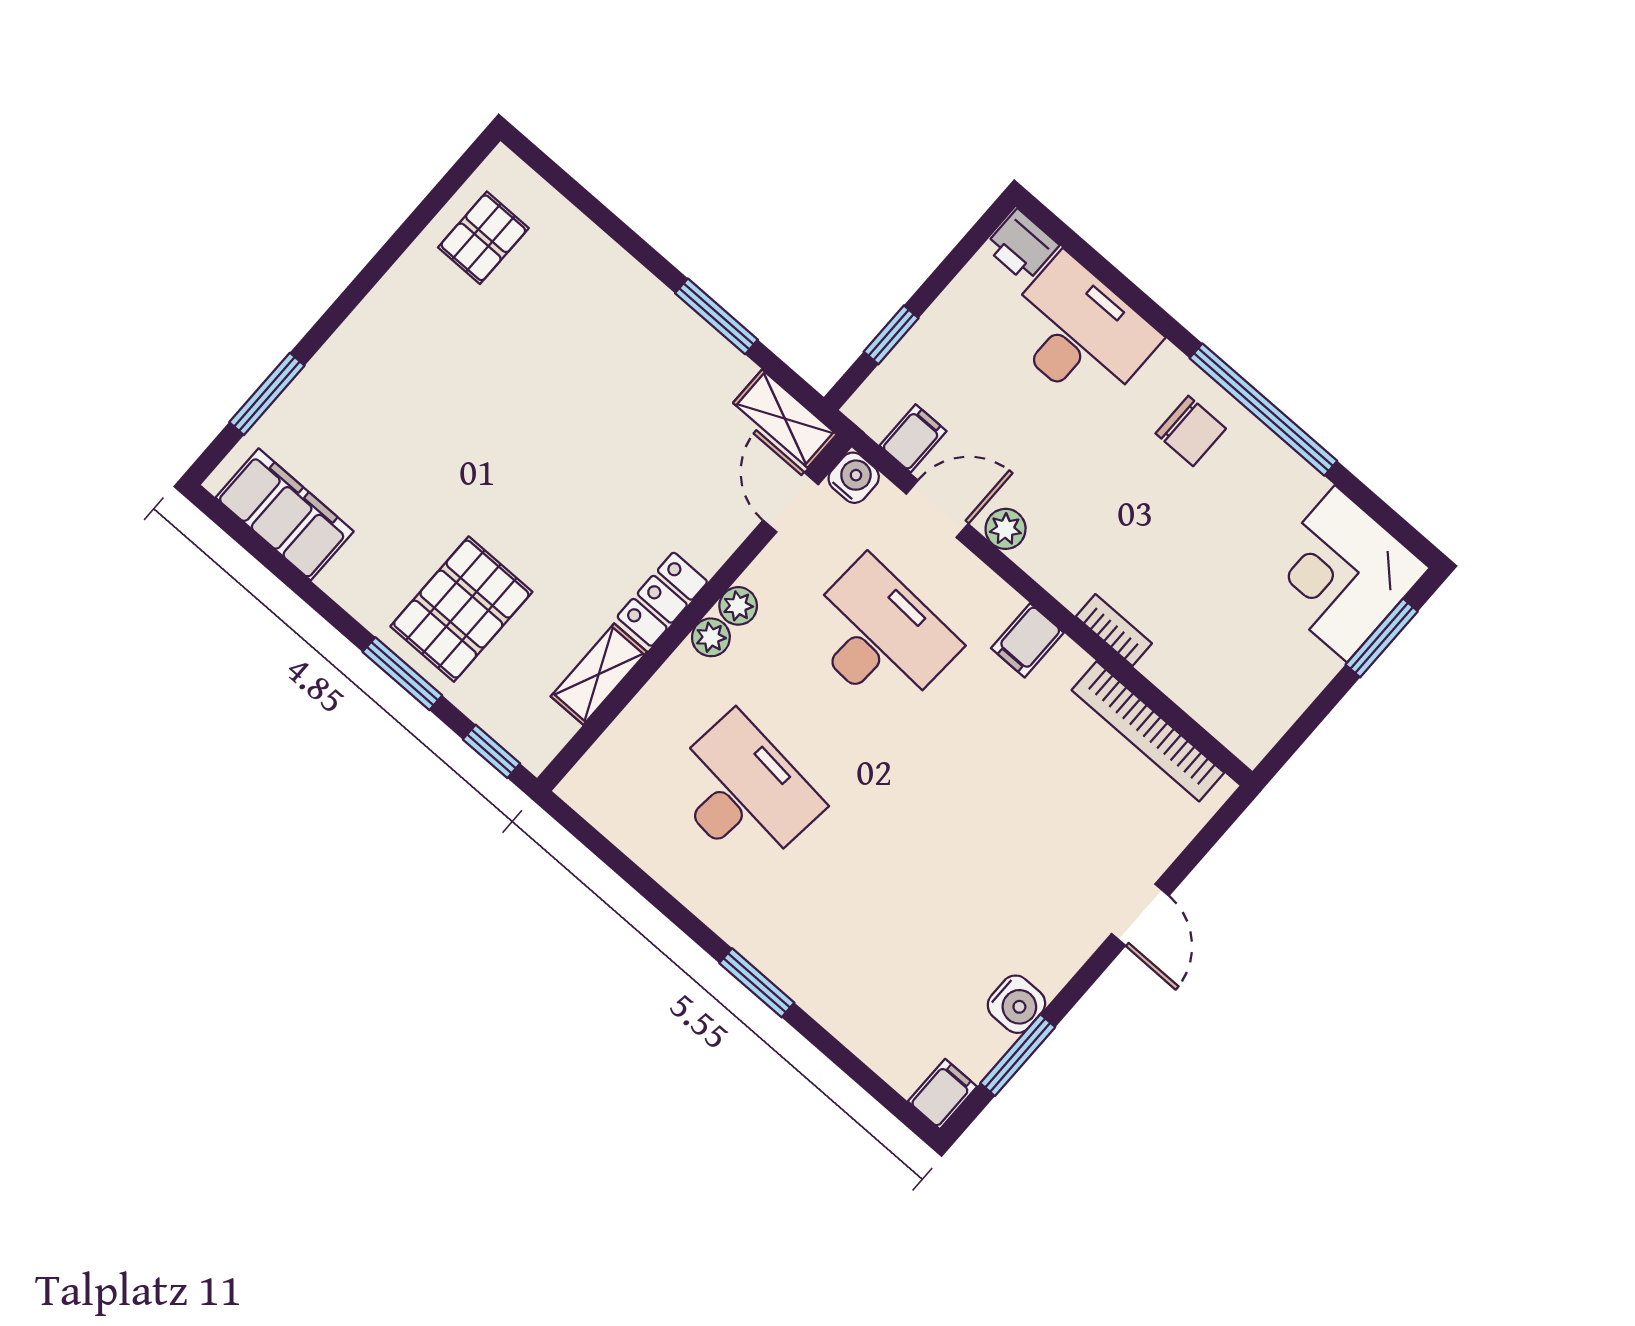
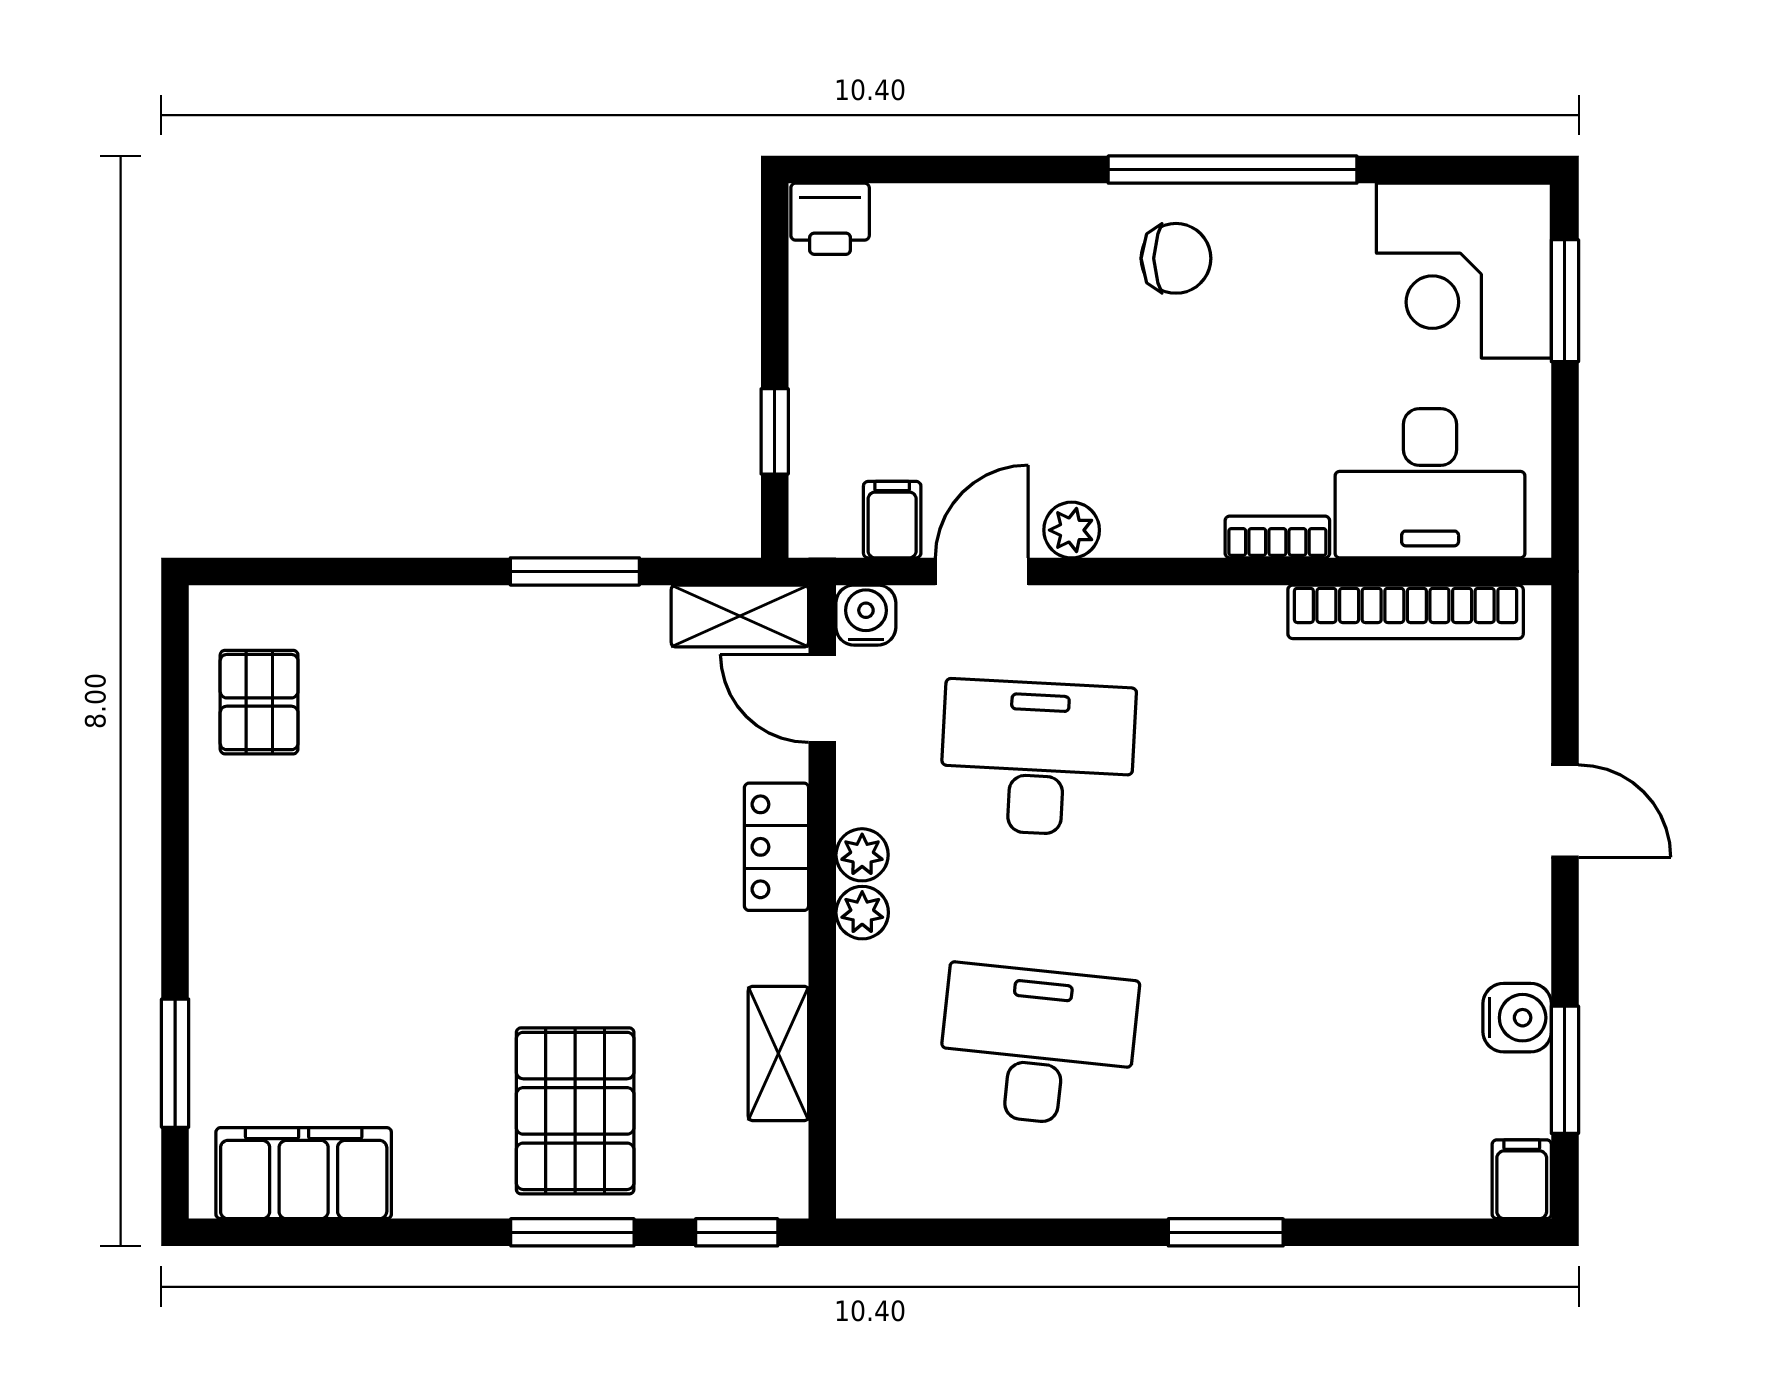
desk: (1079, 333) -> (1430, 483), moved, turned 180
locker: (662, 599) -> (777, 847), moved
filing cabinet: (1027, 640) -> (1196, 627), removed

